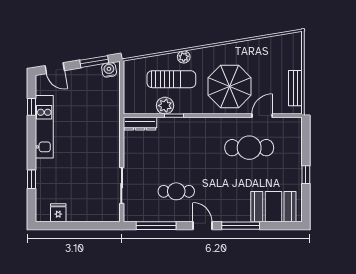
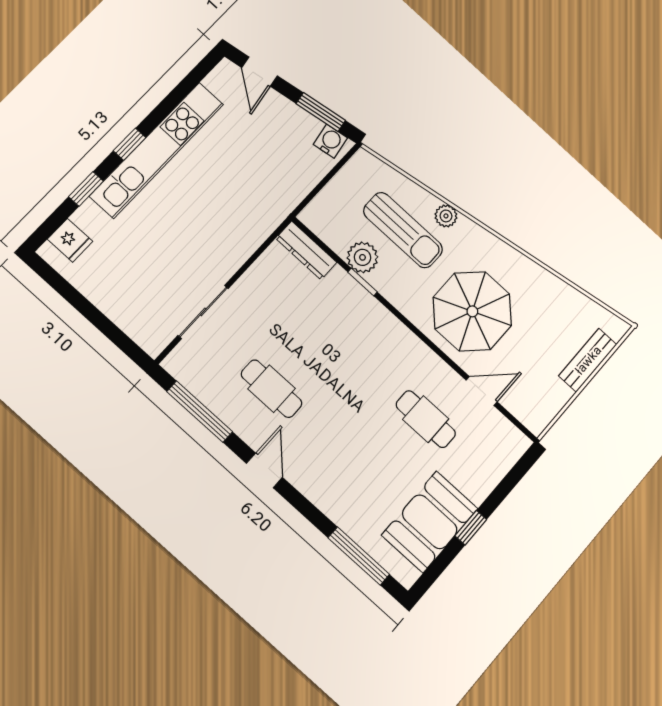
bench: (295, 88) -> (588, 360), moved
window: (32, 107) -> (130, 144), moved
kitchen unit: (44, 127) -> (157, 150), width x1.36
cafe table: (249, 148) -> (426, 419), width x0.73, depth x0.74
booth: (273, 207) -> (430, 522), moved, turned 90
fridge: (58, 213) -> (70, 240), moved, turned 90
window: (241, 226) -> (359, 556), moved

